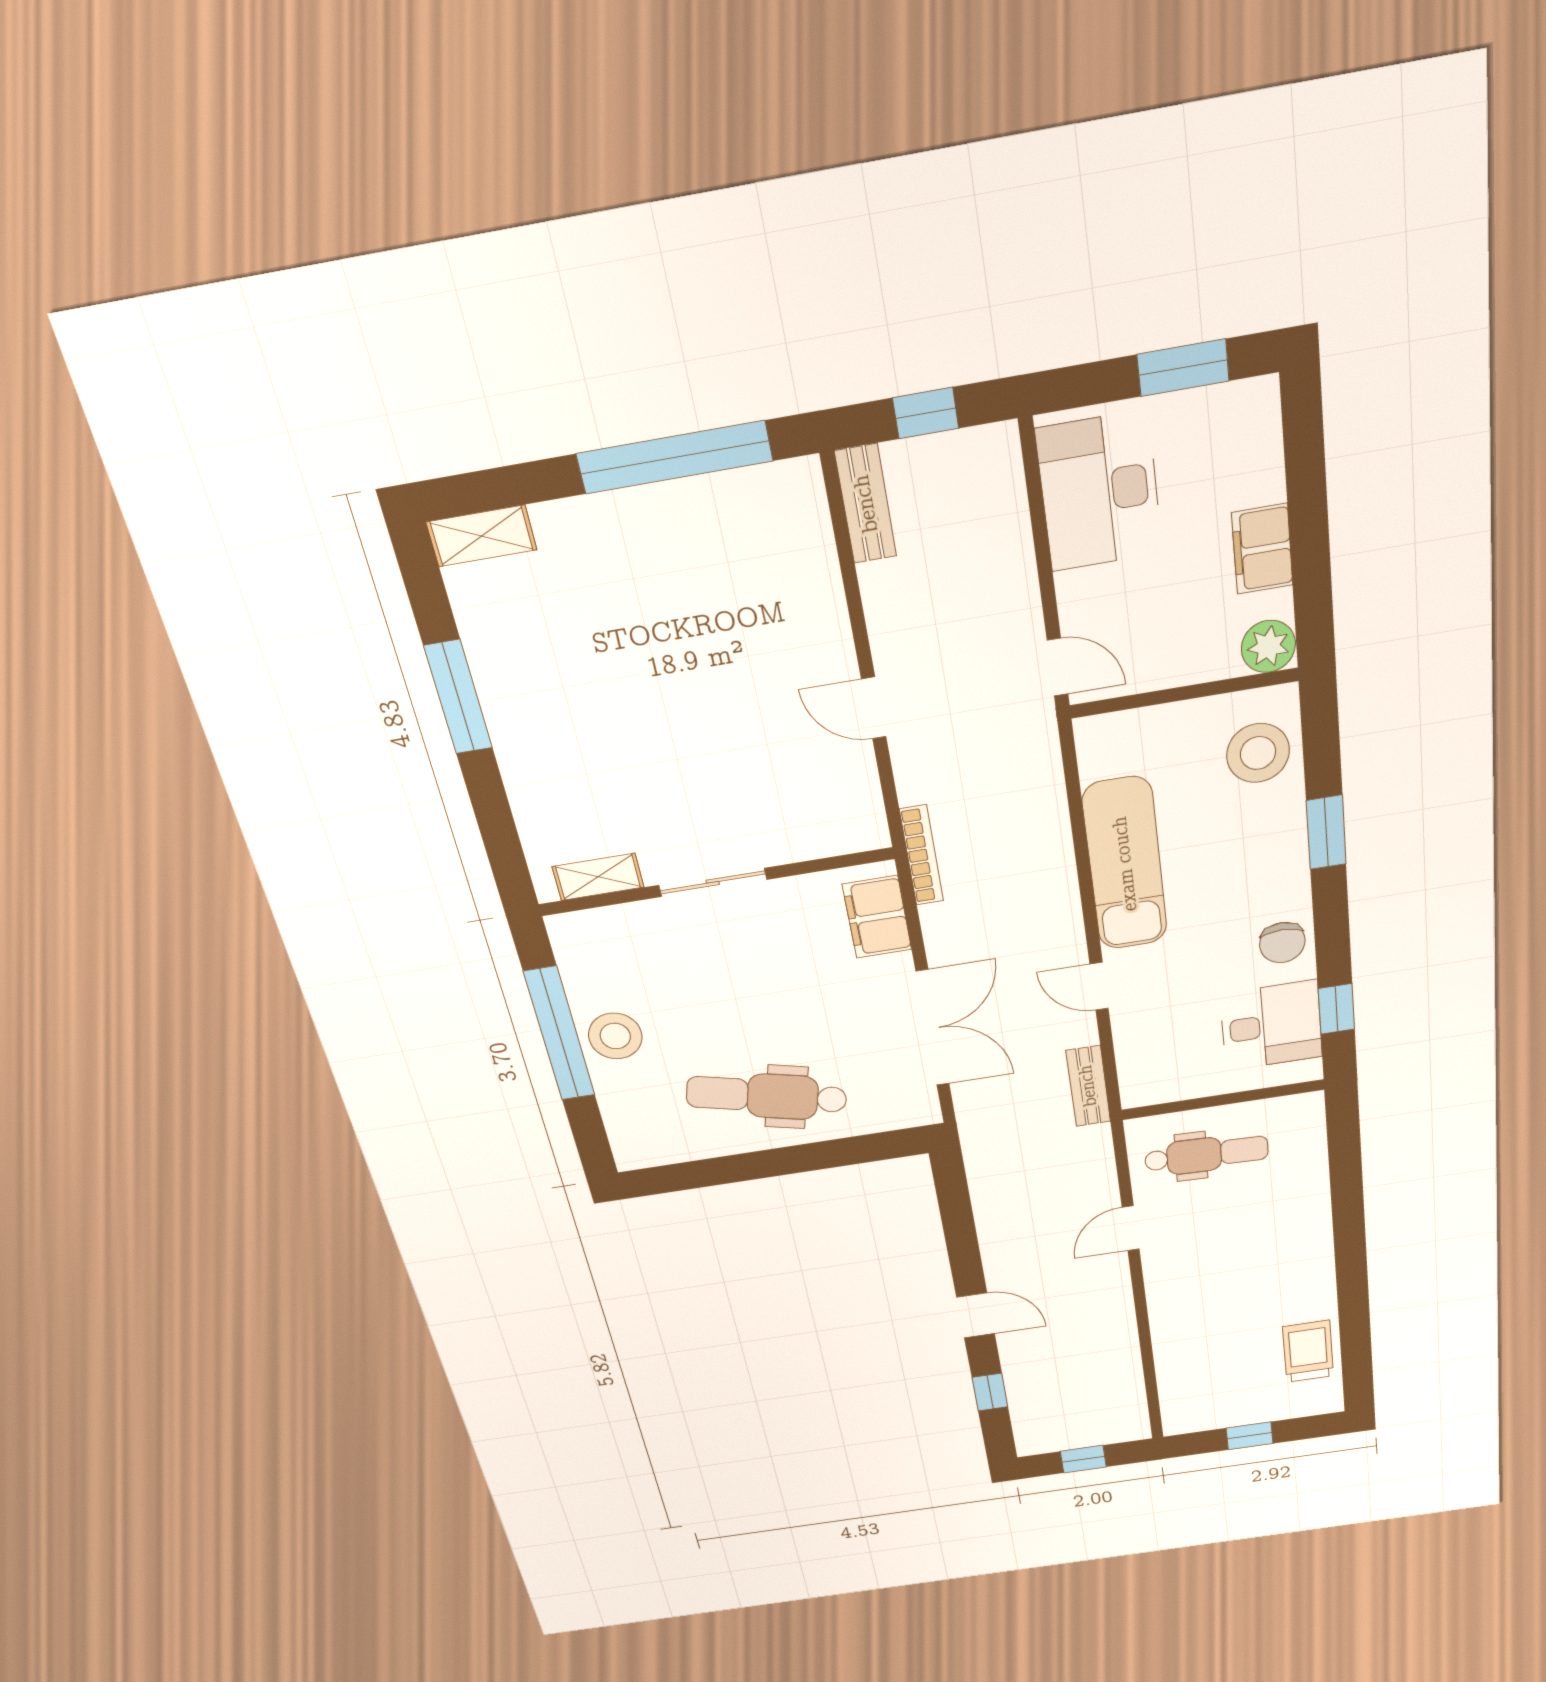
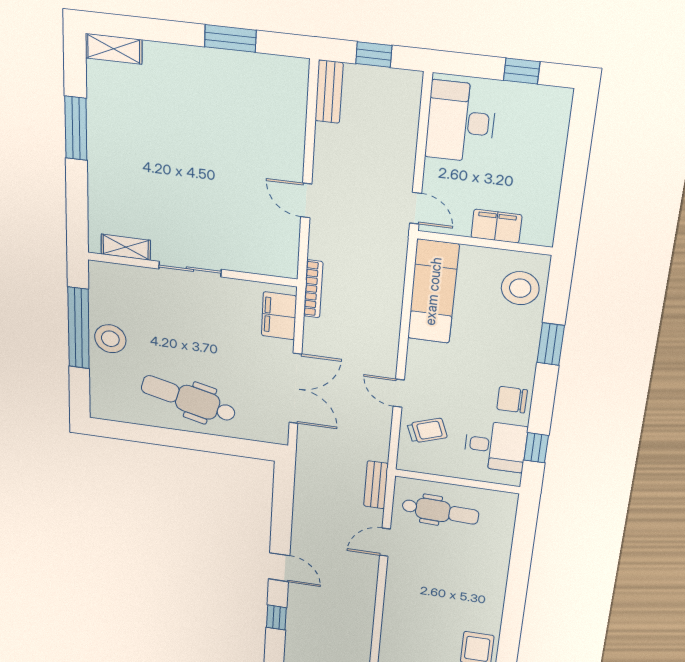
window: (1183, 368) -> (522, 71), width x0.67
window: (675, 457) -> (230, 38), width x0.47
filing cabinet: (1262, 549) -> (496, 226), moved, turned 90
plant: (1268, 646) -> (538, 231), removed
exam couch: (1125, 864) -> (433, 291), moved
chair: (1282, 943) -> (512, 400), turned 90
trolley: (1158, 1033) -> (427, 431), added
bench: (1088, 1086) -> (376, 485), moved

